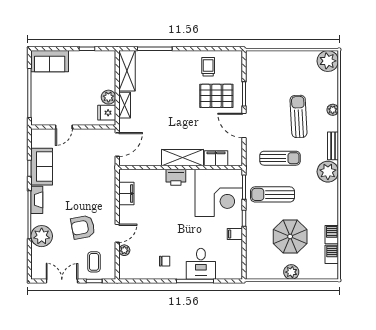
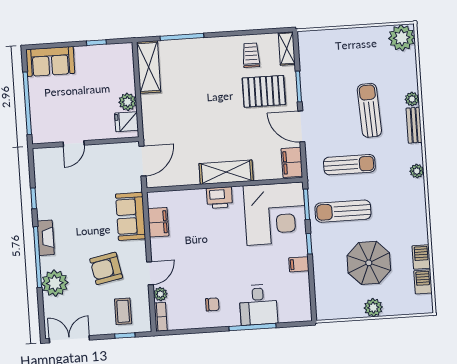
shelving: (125, 105) -> (287, 48), moved
bench: (333, 146) -> (414, 125), moved
filing cabinet: (216, 158) -> (292, 162), moved, turned -90
sofa: (42, 167) -> (131, 216), moved, turned 180
plant: (328, 172) -> (417, 171), width x0.53, depth x0.53
bookcase: (123, 268) -> (161, 317), added
double door: (62, 281) -> (69, 339), moved

